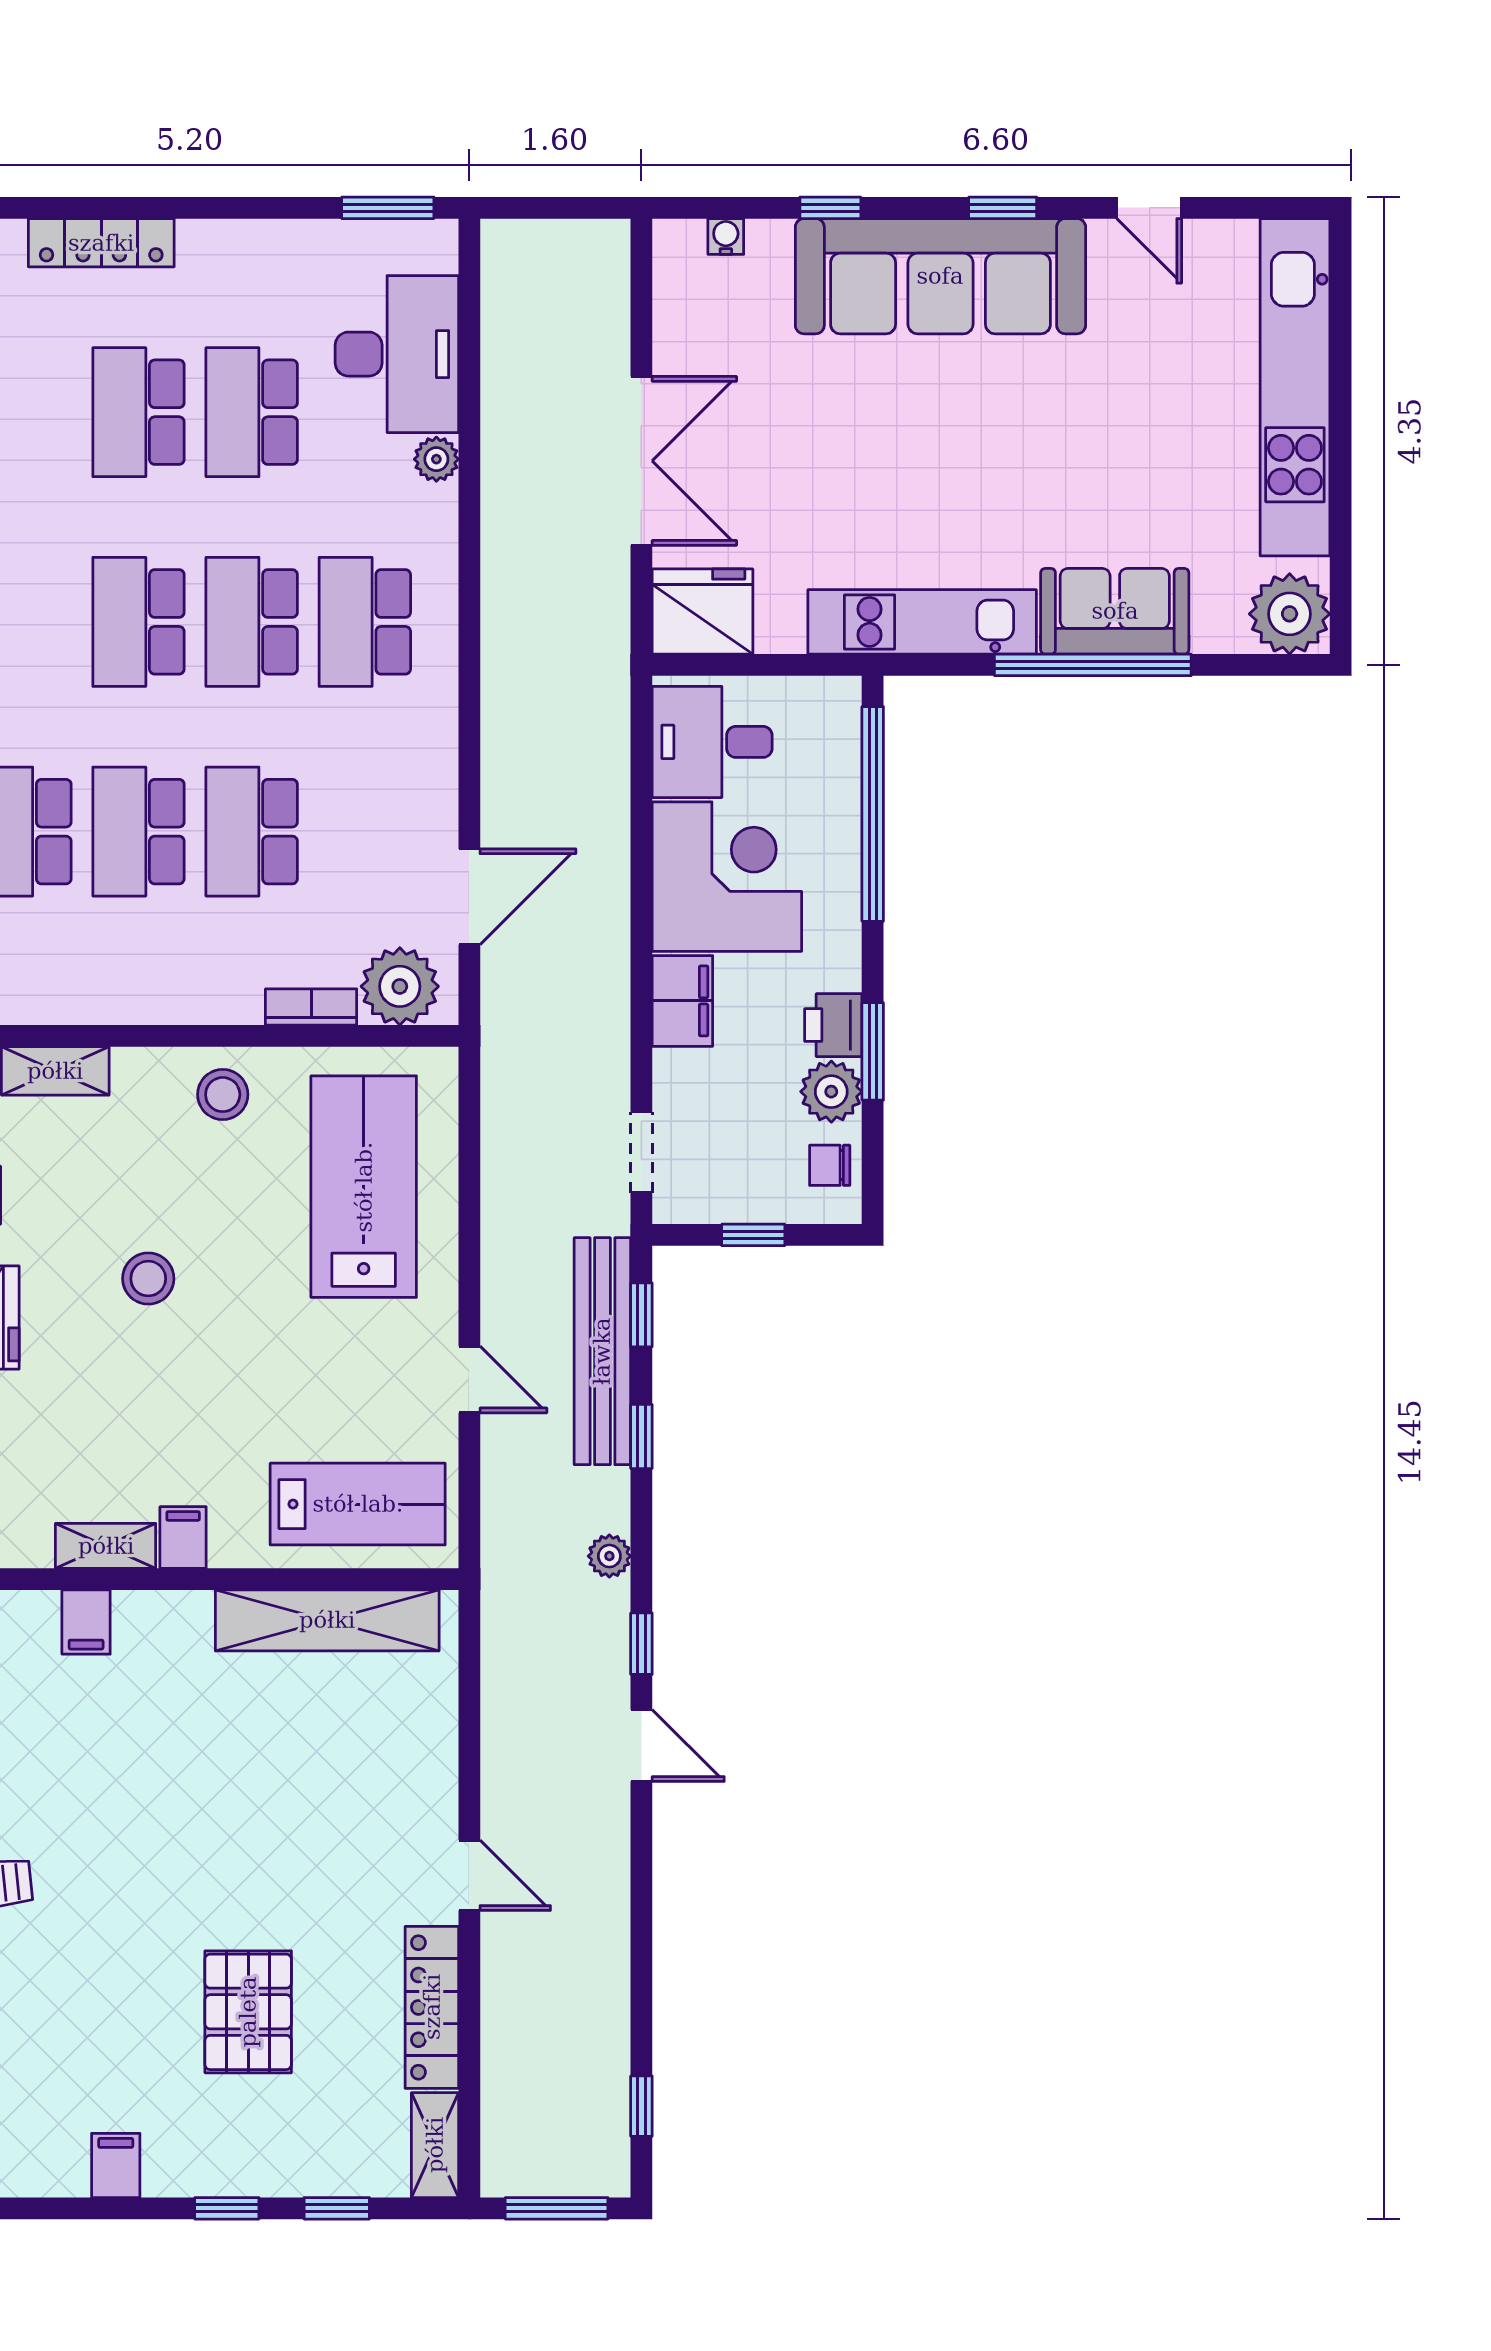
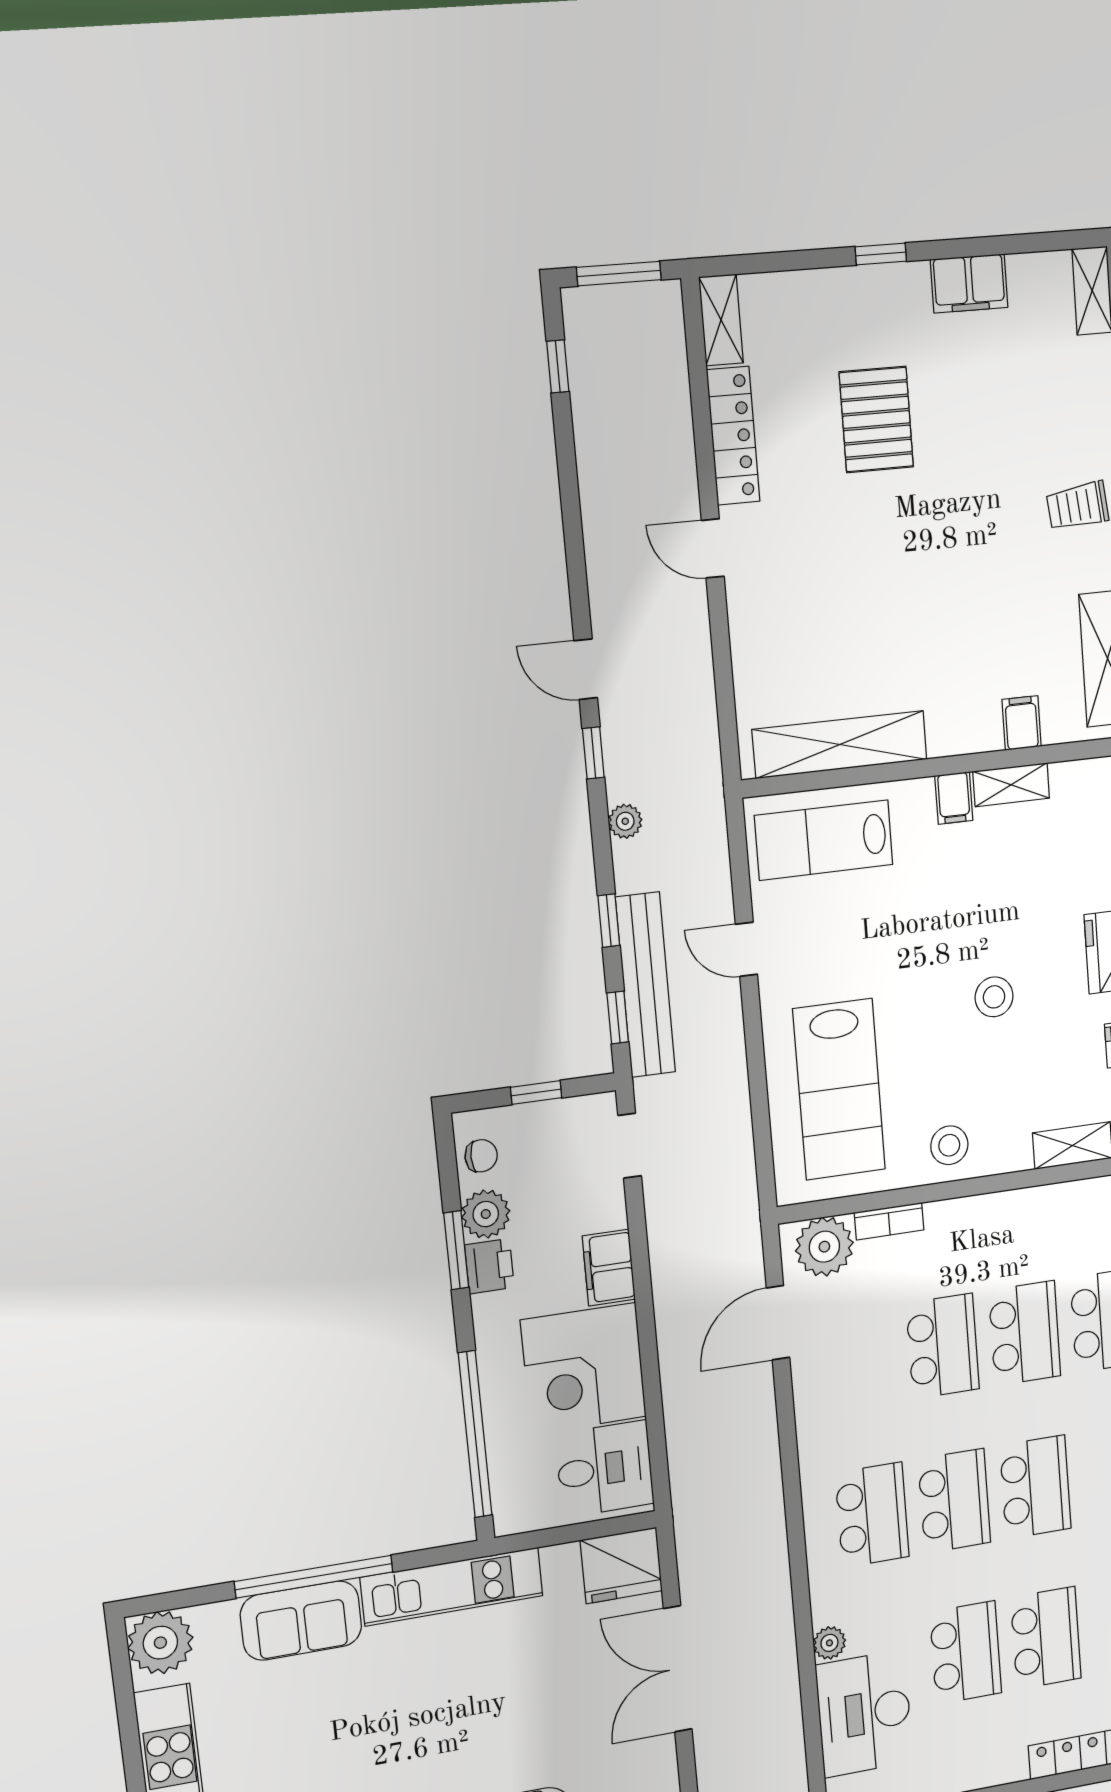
filing cabinet: (116, 2165) -> (969, 284), width x2.00
window: (337, 2208) -> (795, 260), removed

